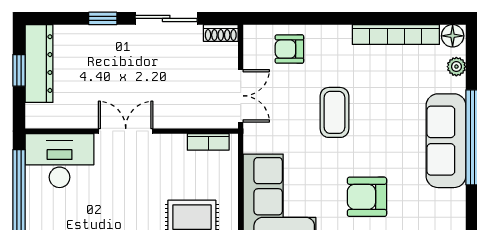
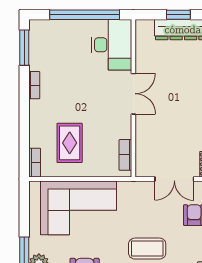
double door: (241, 96) -> (174, 179), moved

